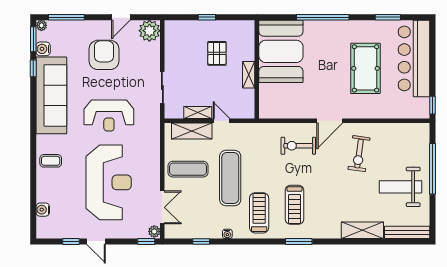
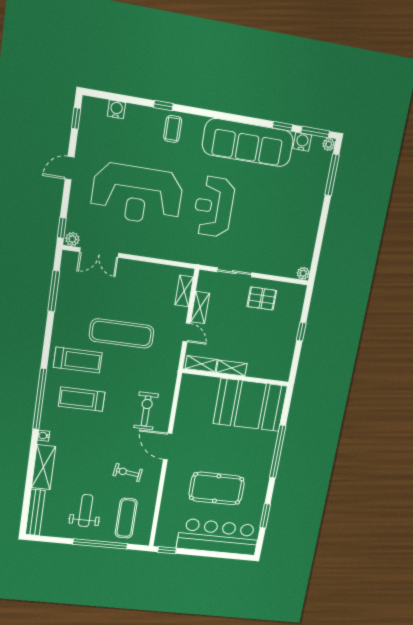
door: (121, 17) -> (320, 237), removed
plant: (149, 31) -> (303, 273), width x0.53, depth x0.53
pallet: (217, 53) -> (262, 298), moved
armchair: (104, 55) -> (282, 212), removed
shelving: (249, 103) -> (201, 364), added
door: (222, 121) -> (187, 332), hinge flipped
shelving: (192, 131) -> (184, 291), width x0.67, depth x0.75
exercise bike: (359, 154) -> (128, 473), width x0.73, depth x0.72
exercise mat: (188, 169) -> (126, 518), moved
window: (33, 172) -> (163, 105), added
weight bench: (400, 187) -> (86, 511), width x0.73, depth x0.75
water cooler: (227, 234) -> (44, 436), moved
window: (71, 241) -> (76, 118), moved
window: (201, 241) -> (54, 291), width x2.17
window: (299, 241) -> (40, 399), width x2.11

